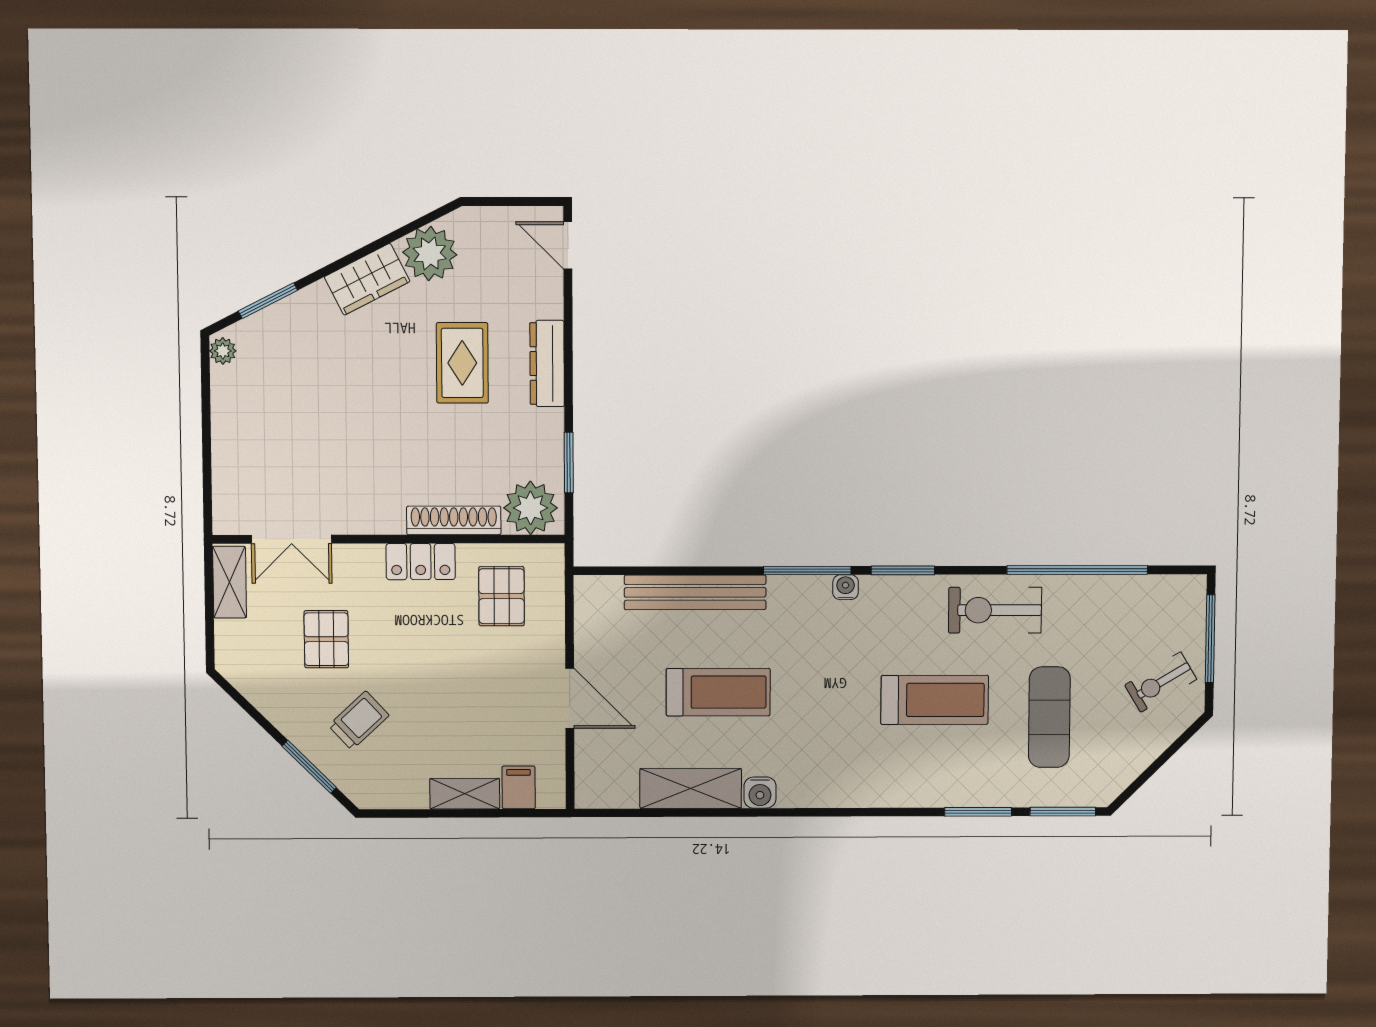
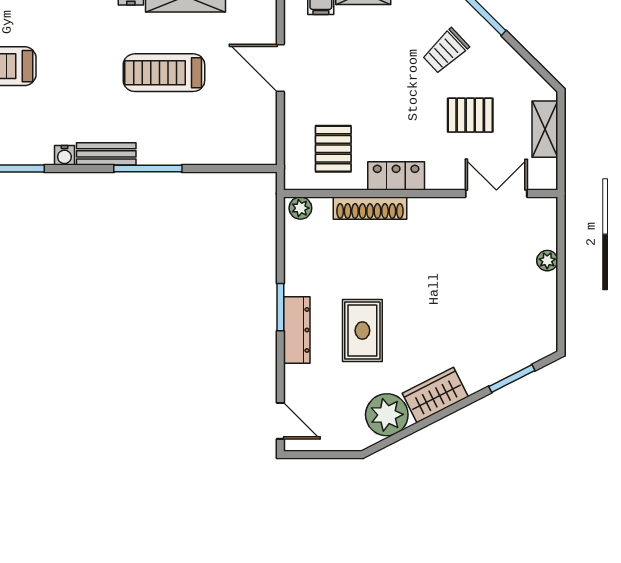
plant: (223, 351) -> (547, 261), moved
window: (569, 463) -> (280, 307), moved
plant: (531, 508) -> (300, 208), width x0.53, depth x0.53
window: (807, 570) -> (148, 169), moved
shelving: (229, 582) -> (545, 129), moved
bench: (695, 592) -> (106, 154), moved, width x0.54, depth x0.82
pallet: (326, 639) -> (470, 115), turned 90

